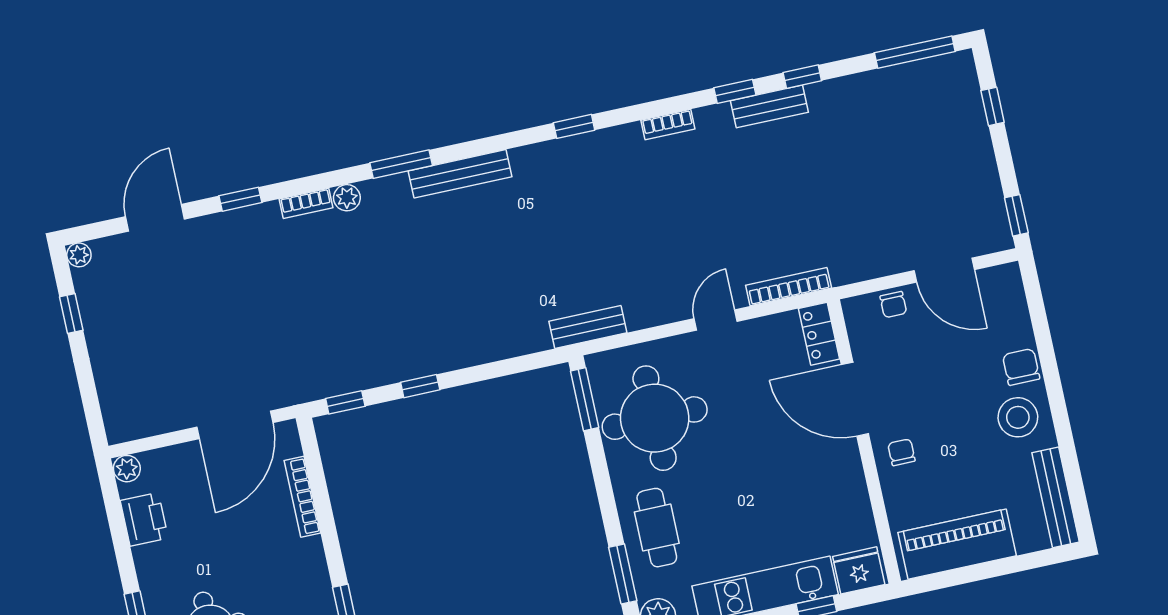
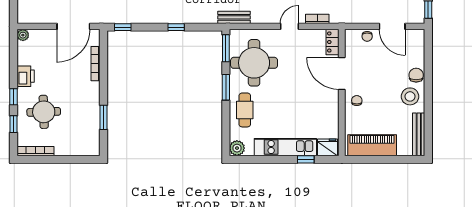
bookcase: (789, 287) -> (317, 19), width x0.64
window: (420, 386) -> (176, 27), moved
printer: (144, 519) -> (26, 76), moved
window: (623, 574) -> (226, 87), moved

